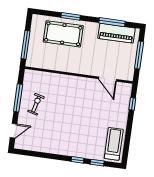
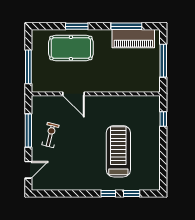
door: (108, 79) -> (74, 94), moved
treadmill: (114, 144) -> (118, 151), moved, width x1.37, depth x1.38

